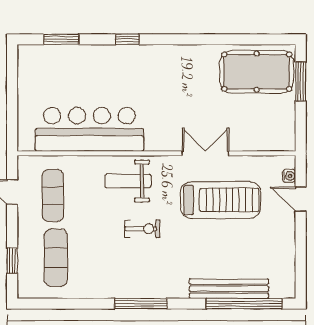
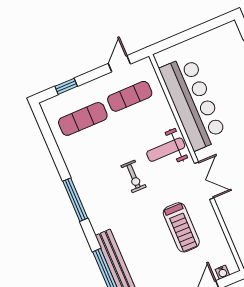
double door: (205, 153) -> (204, 181), moved
weight bench: (128, 181) -> (166, 150), turned -90
treadmill: (221, 200) -> (181, 227), width x0.73, depth x0.73

